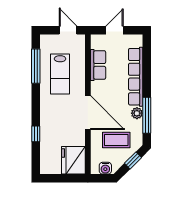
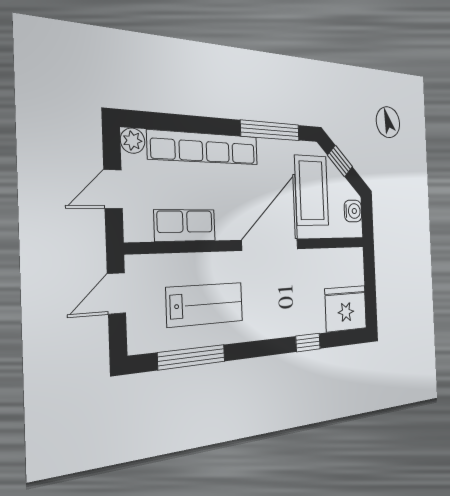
door: (115, 30) -> (113, 189), hinge flipped
plant: (137, 113) -> (133, 141), moved
coffee table: (116, 140) -> (312, 190), width x1.36, depth x1.32
fridge: (73, 160) -> (346, 309), moved, turned 180

